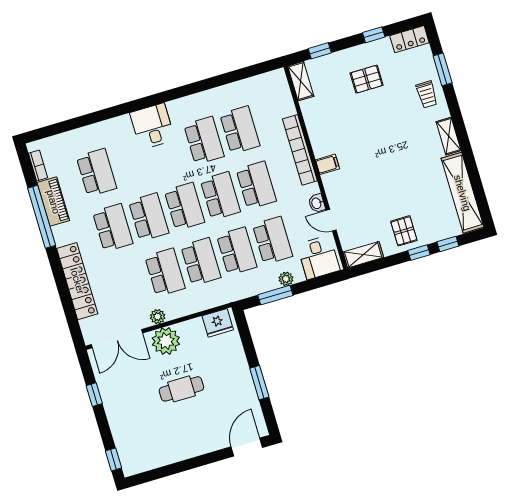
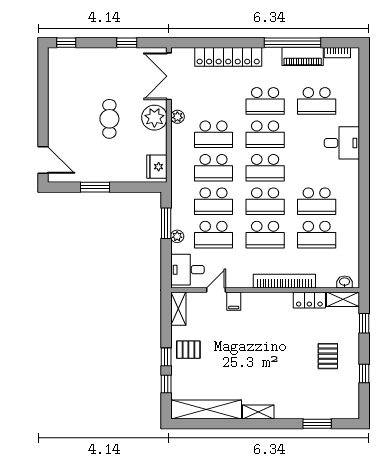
locker: (409, 39) -> (309, 300), moved, turned -90
trolley: (427, 94) -> (300, 404), removed
desk: (152, 126) -> (342, 143), moved
filing cabinet: (328, 164) -> (234, 301), moved
washbasin: (317, 203) -> (345, 282), moved

